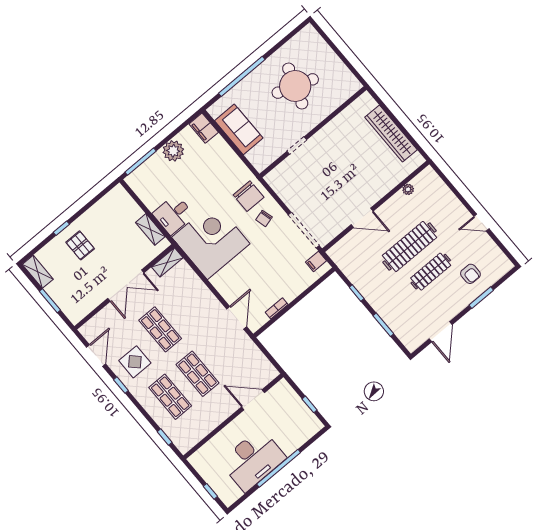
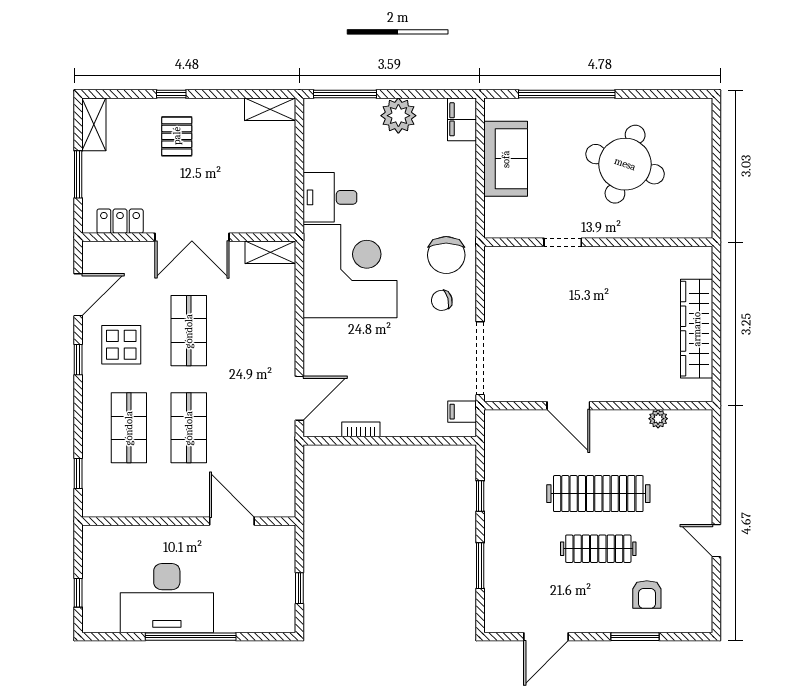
shelving: (150, 229) -> (270, 109), moved, turned 90
locker: (87, 306) -> (120, 221), added

